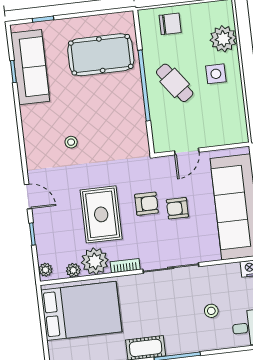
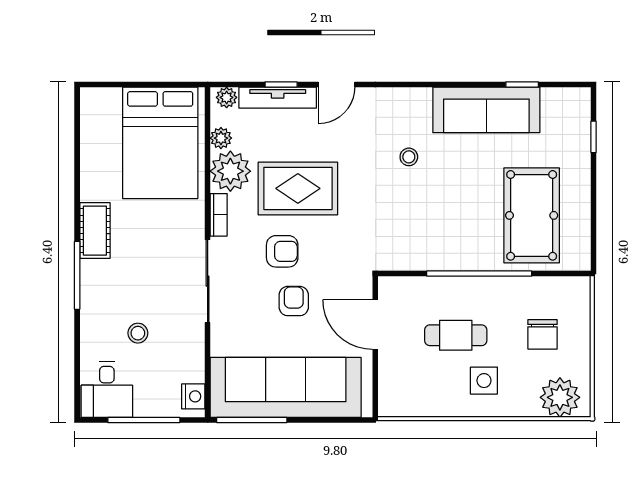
chair: (170, 24) -> (542, 334), moved
plant: (223, 39) -> (560, 397), moved
sofa: (30, 67) -> (486, 110), moved
cafe table: (175, 83) -> (456, 335), moved, turned 36
door: (187, 151) -> (375, 324), width x1.38
armchair: (146, 204) -> (282, 251), moved, turned -90
tv unit: (42, 235) -> (278, 98), added

